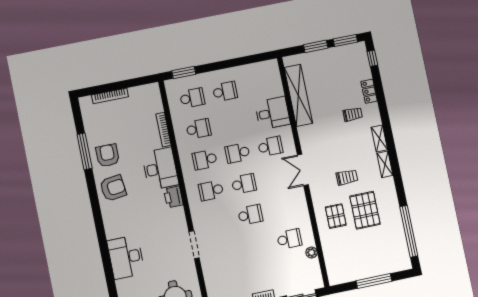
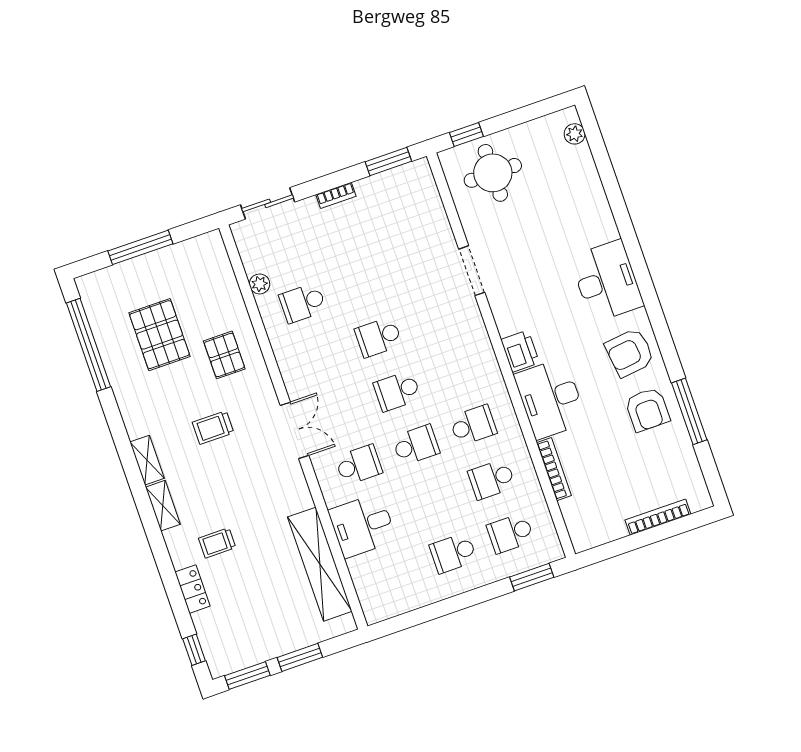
school desk: (270, 146) -> (359, 465), turned 180
school desk: (211, 191) -> (454, 371), removed
pallet: (365, 210) -> (159, 335), moved
desk: (126, 257) -> (607, 281), moved

